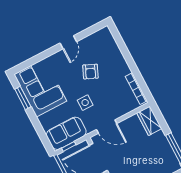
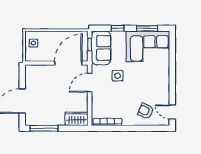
door: (68, 42) -> (172, 112), moved
armchair: (90, 72) -> (146, 111), moved
window: (38, 127) -> (118, 28), added

